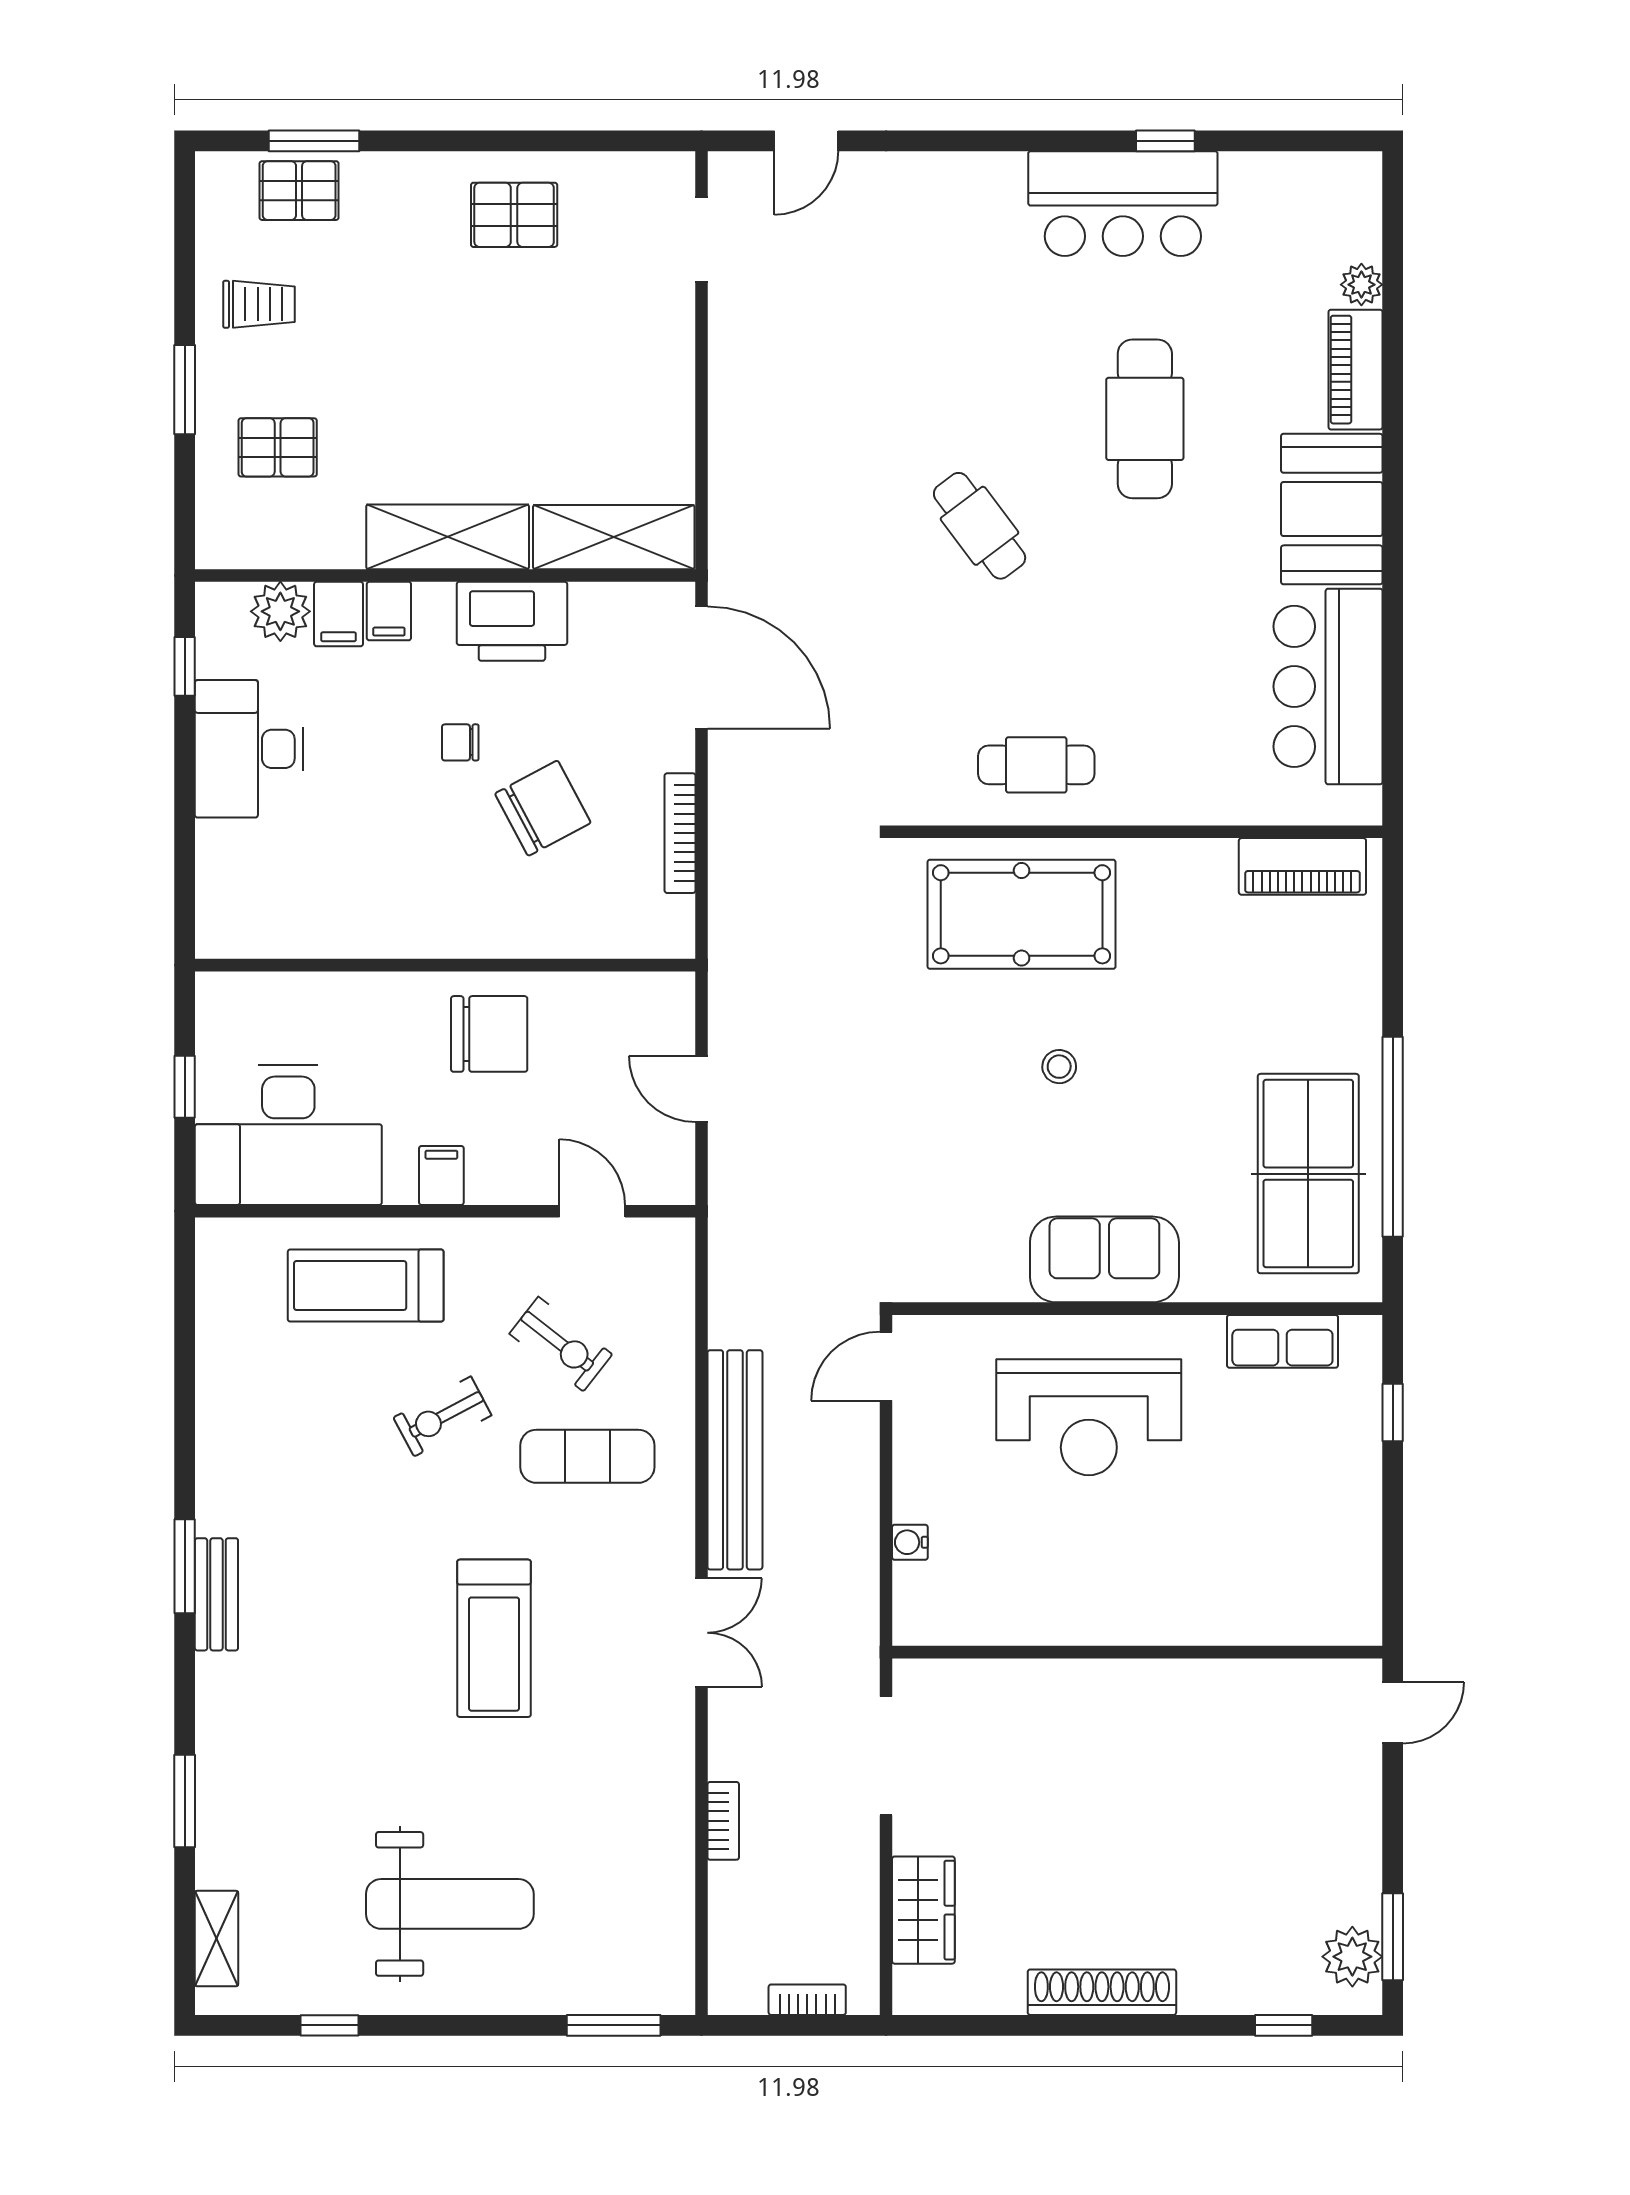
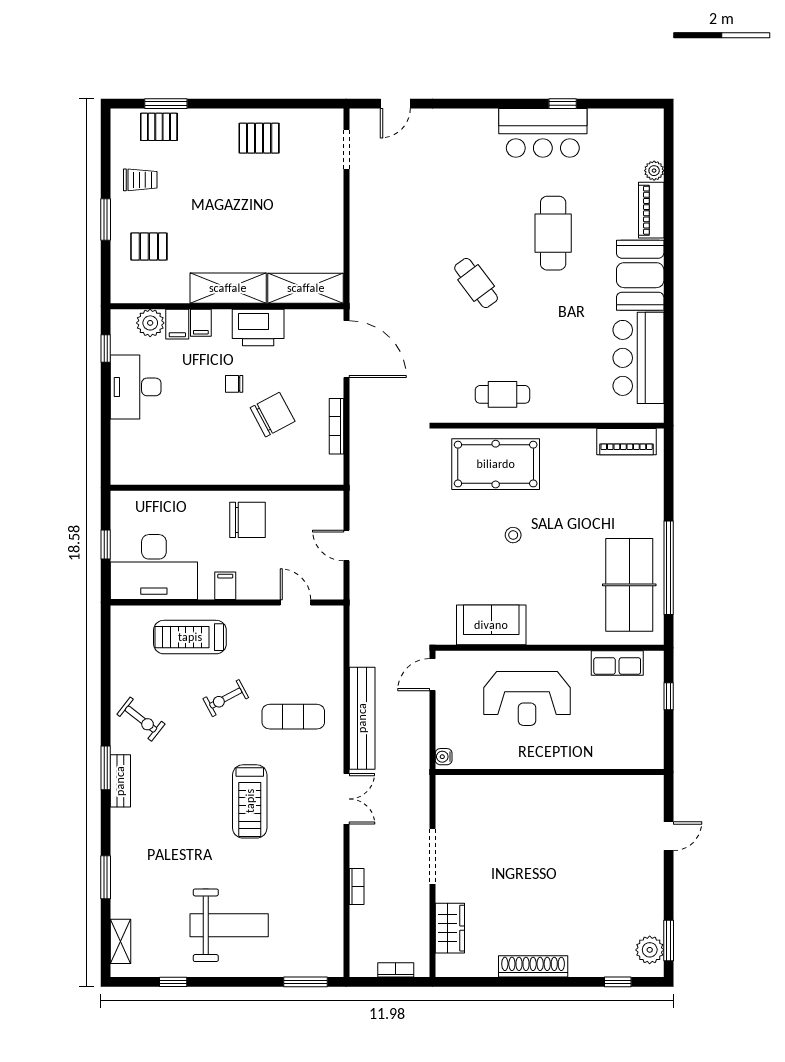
sofa: (1104, 1259) -> (491, 625), moved
exercise bike: (561, 1344) -> (141, 719), moved
wall: (1137, 1652) -> (550, 772), moved

